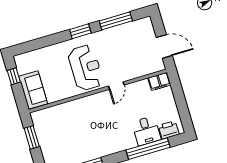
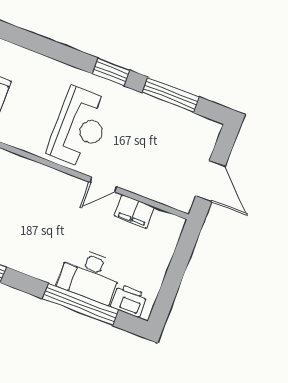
filing cabinet: (159, 81) -> (135, 211), moved
desk: (146, 131) -> (90, 275), width x1.37

